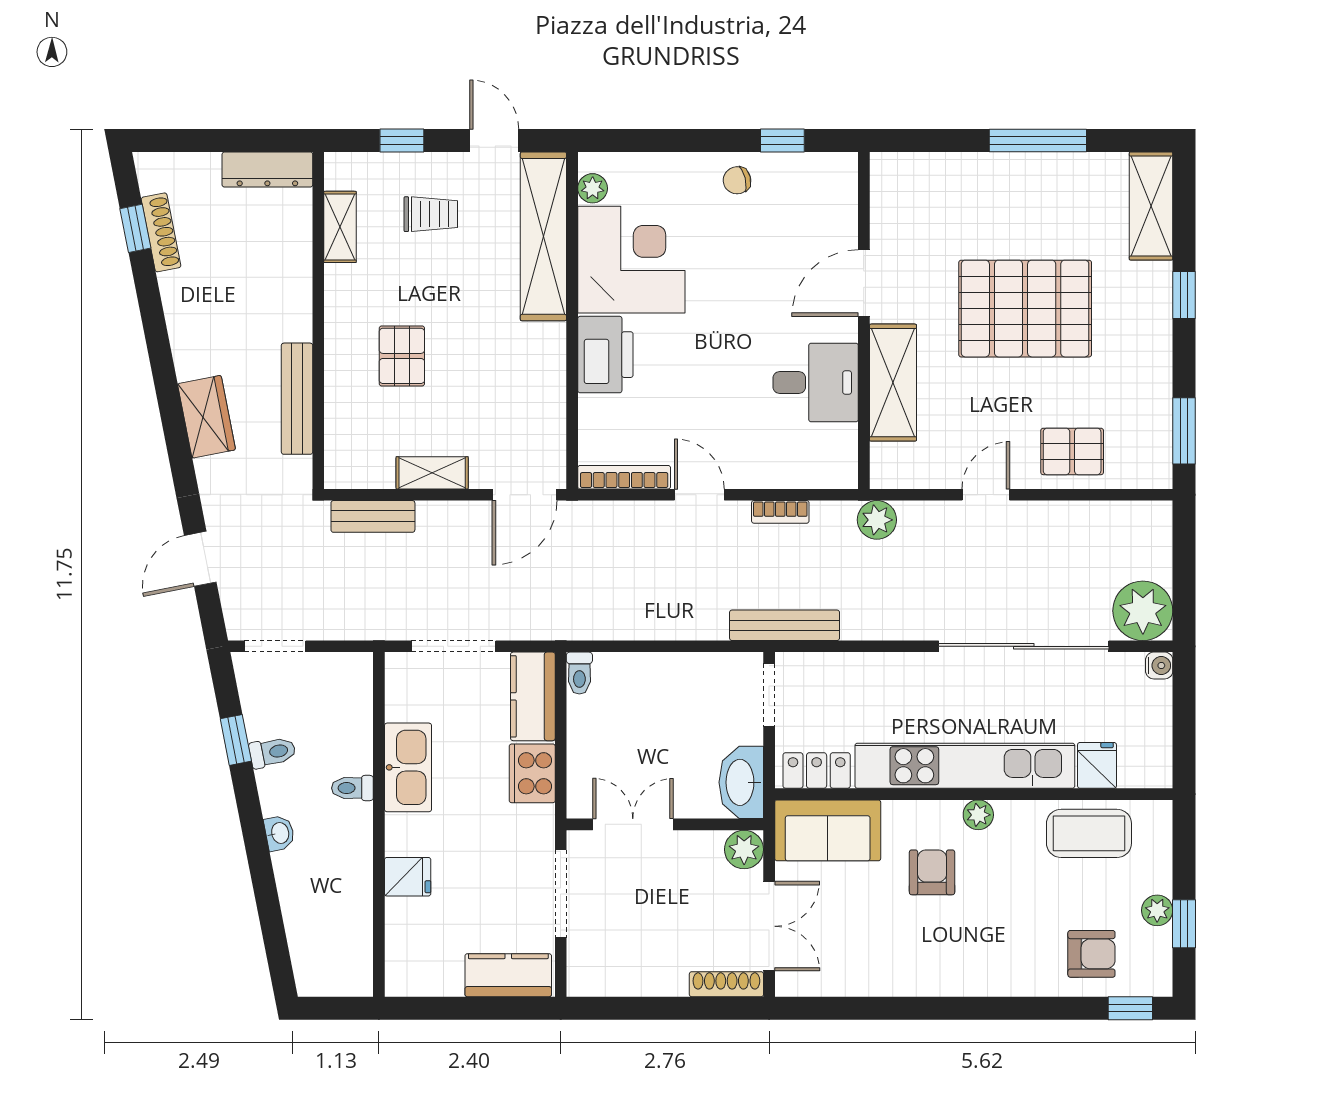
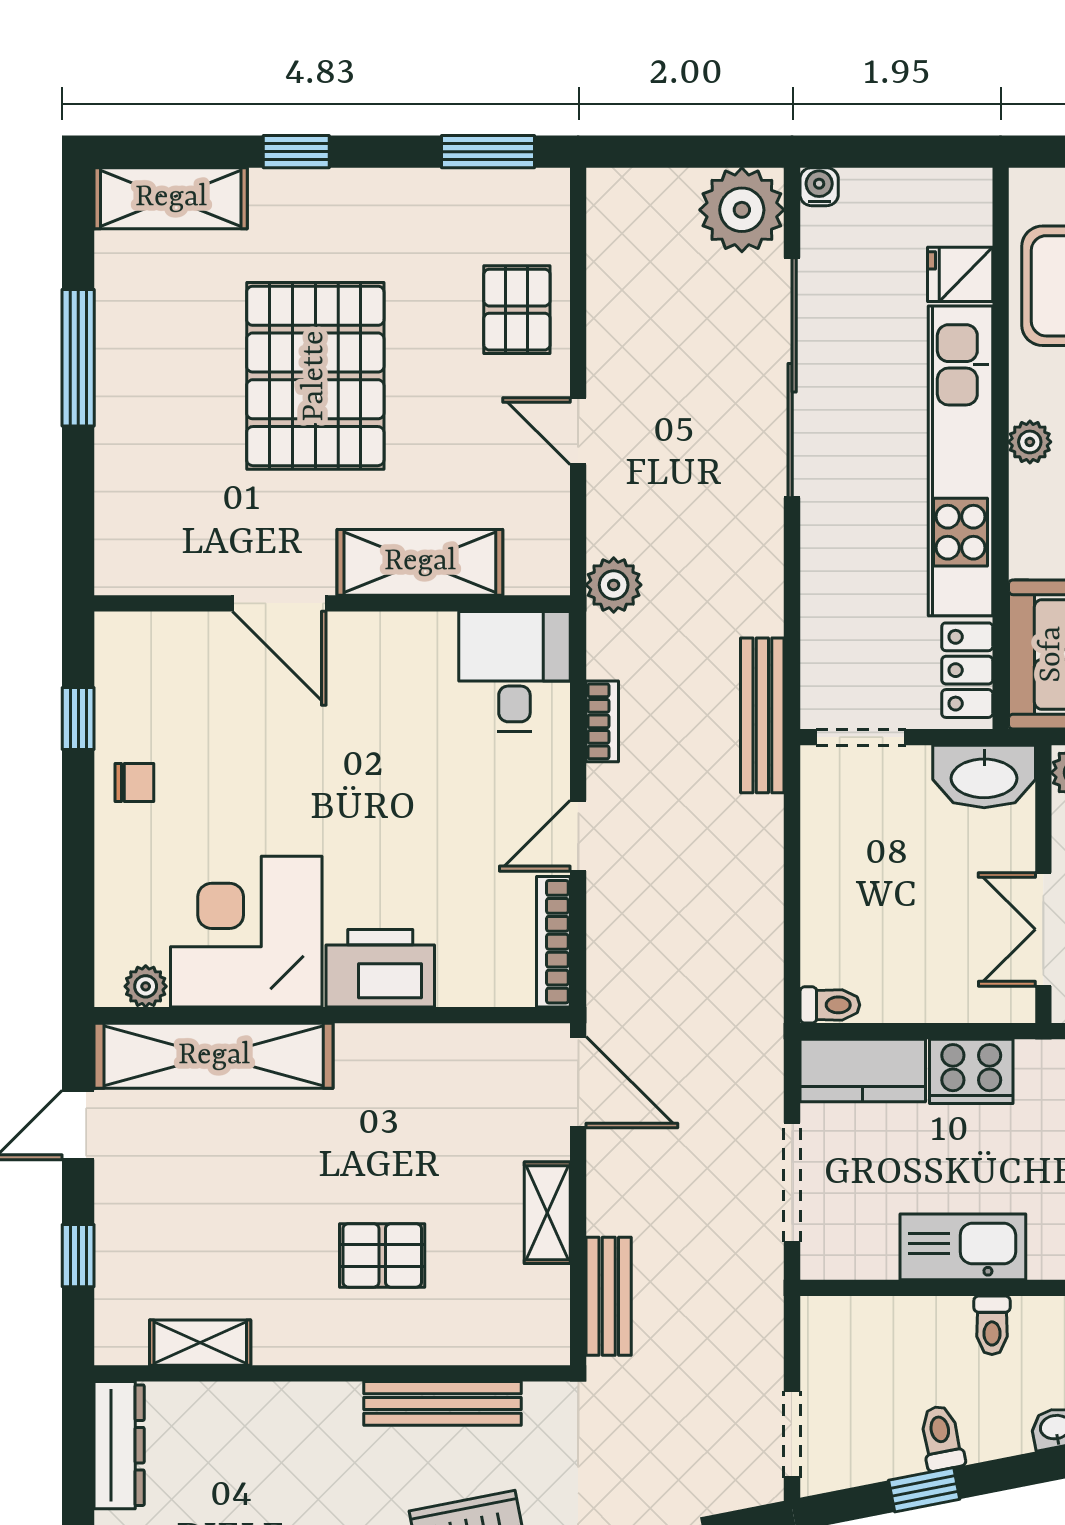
chair: (737, 180) -> (134, 783), turned -76
trolley: (431, 214) -> (182, 1215), removed
desk: (816, 382) -> (514, 672), moved

